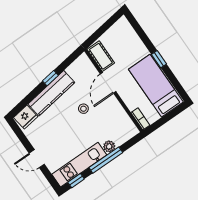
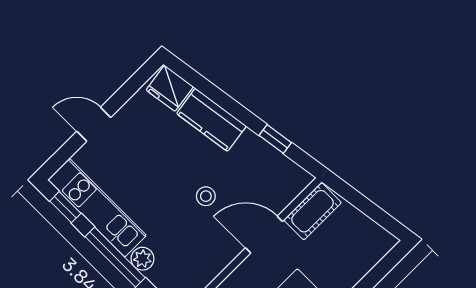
window: (50, 78) -> (275, 139), moved
kitchen counter: (51, 93) -> (211, 120), width x0.67
door: (37, 159) -> (94, 124), hinge flipped

